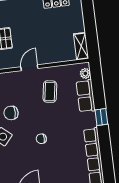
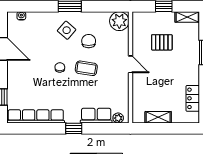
shelving: (81, 46) -> (158, 117), moved
coffee table: (50, 92) -> (86, 68), moved

